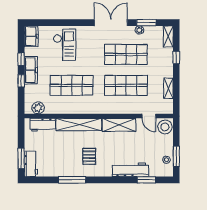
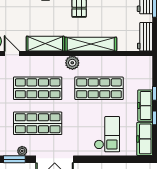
freezer: (31, 36) -> (145, 139), width x1.40
checkout: (65, 45) -> (107, 134), turned 180
plant: (38, 108) -> (72, 63), moved
workbench: (43, 125) -> (145, 37), moved, turned -90

